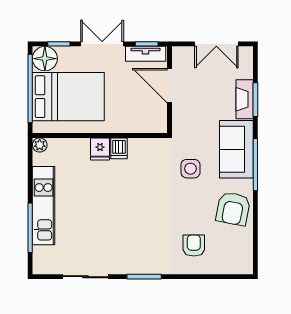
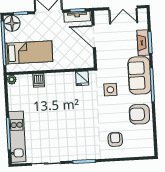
bed: (68, 97) -> (29, 52), width x0.67
dishwasher: (119, 148) -> (39, 80), moved
fridge: (100, 149) -> (82, 78), moved
kitchen unit: (44, 206) -> (17, 137), moved
armchair: (233, 209) -> (139, 114), turned 79

